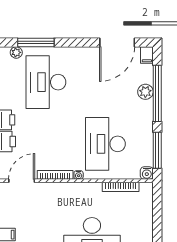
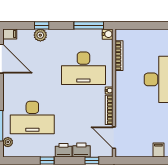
window: (157, 93) -> (42, 25), width x0.32

